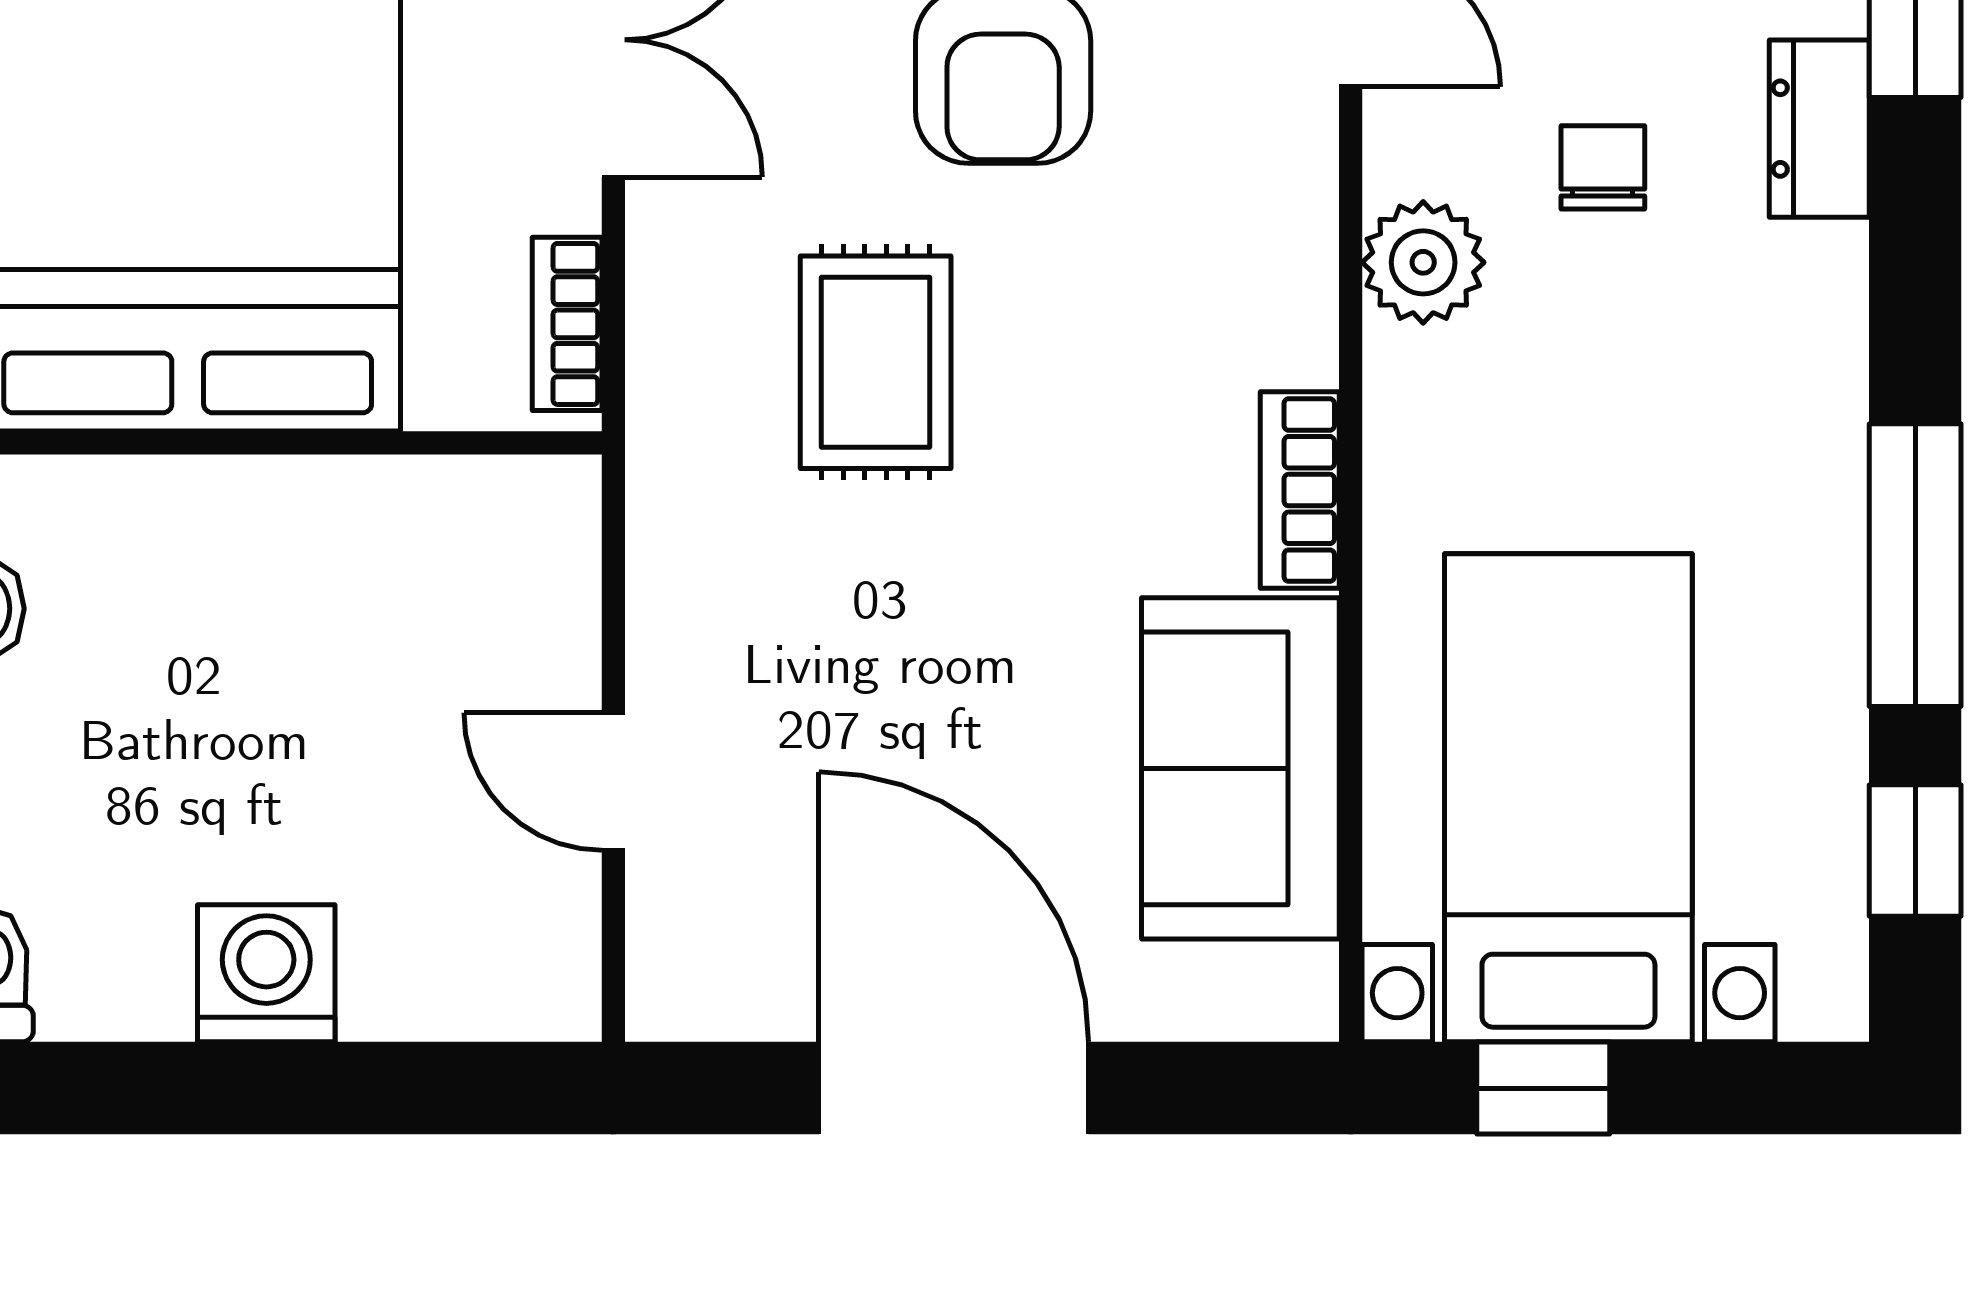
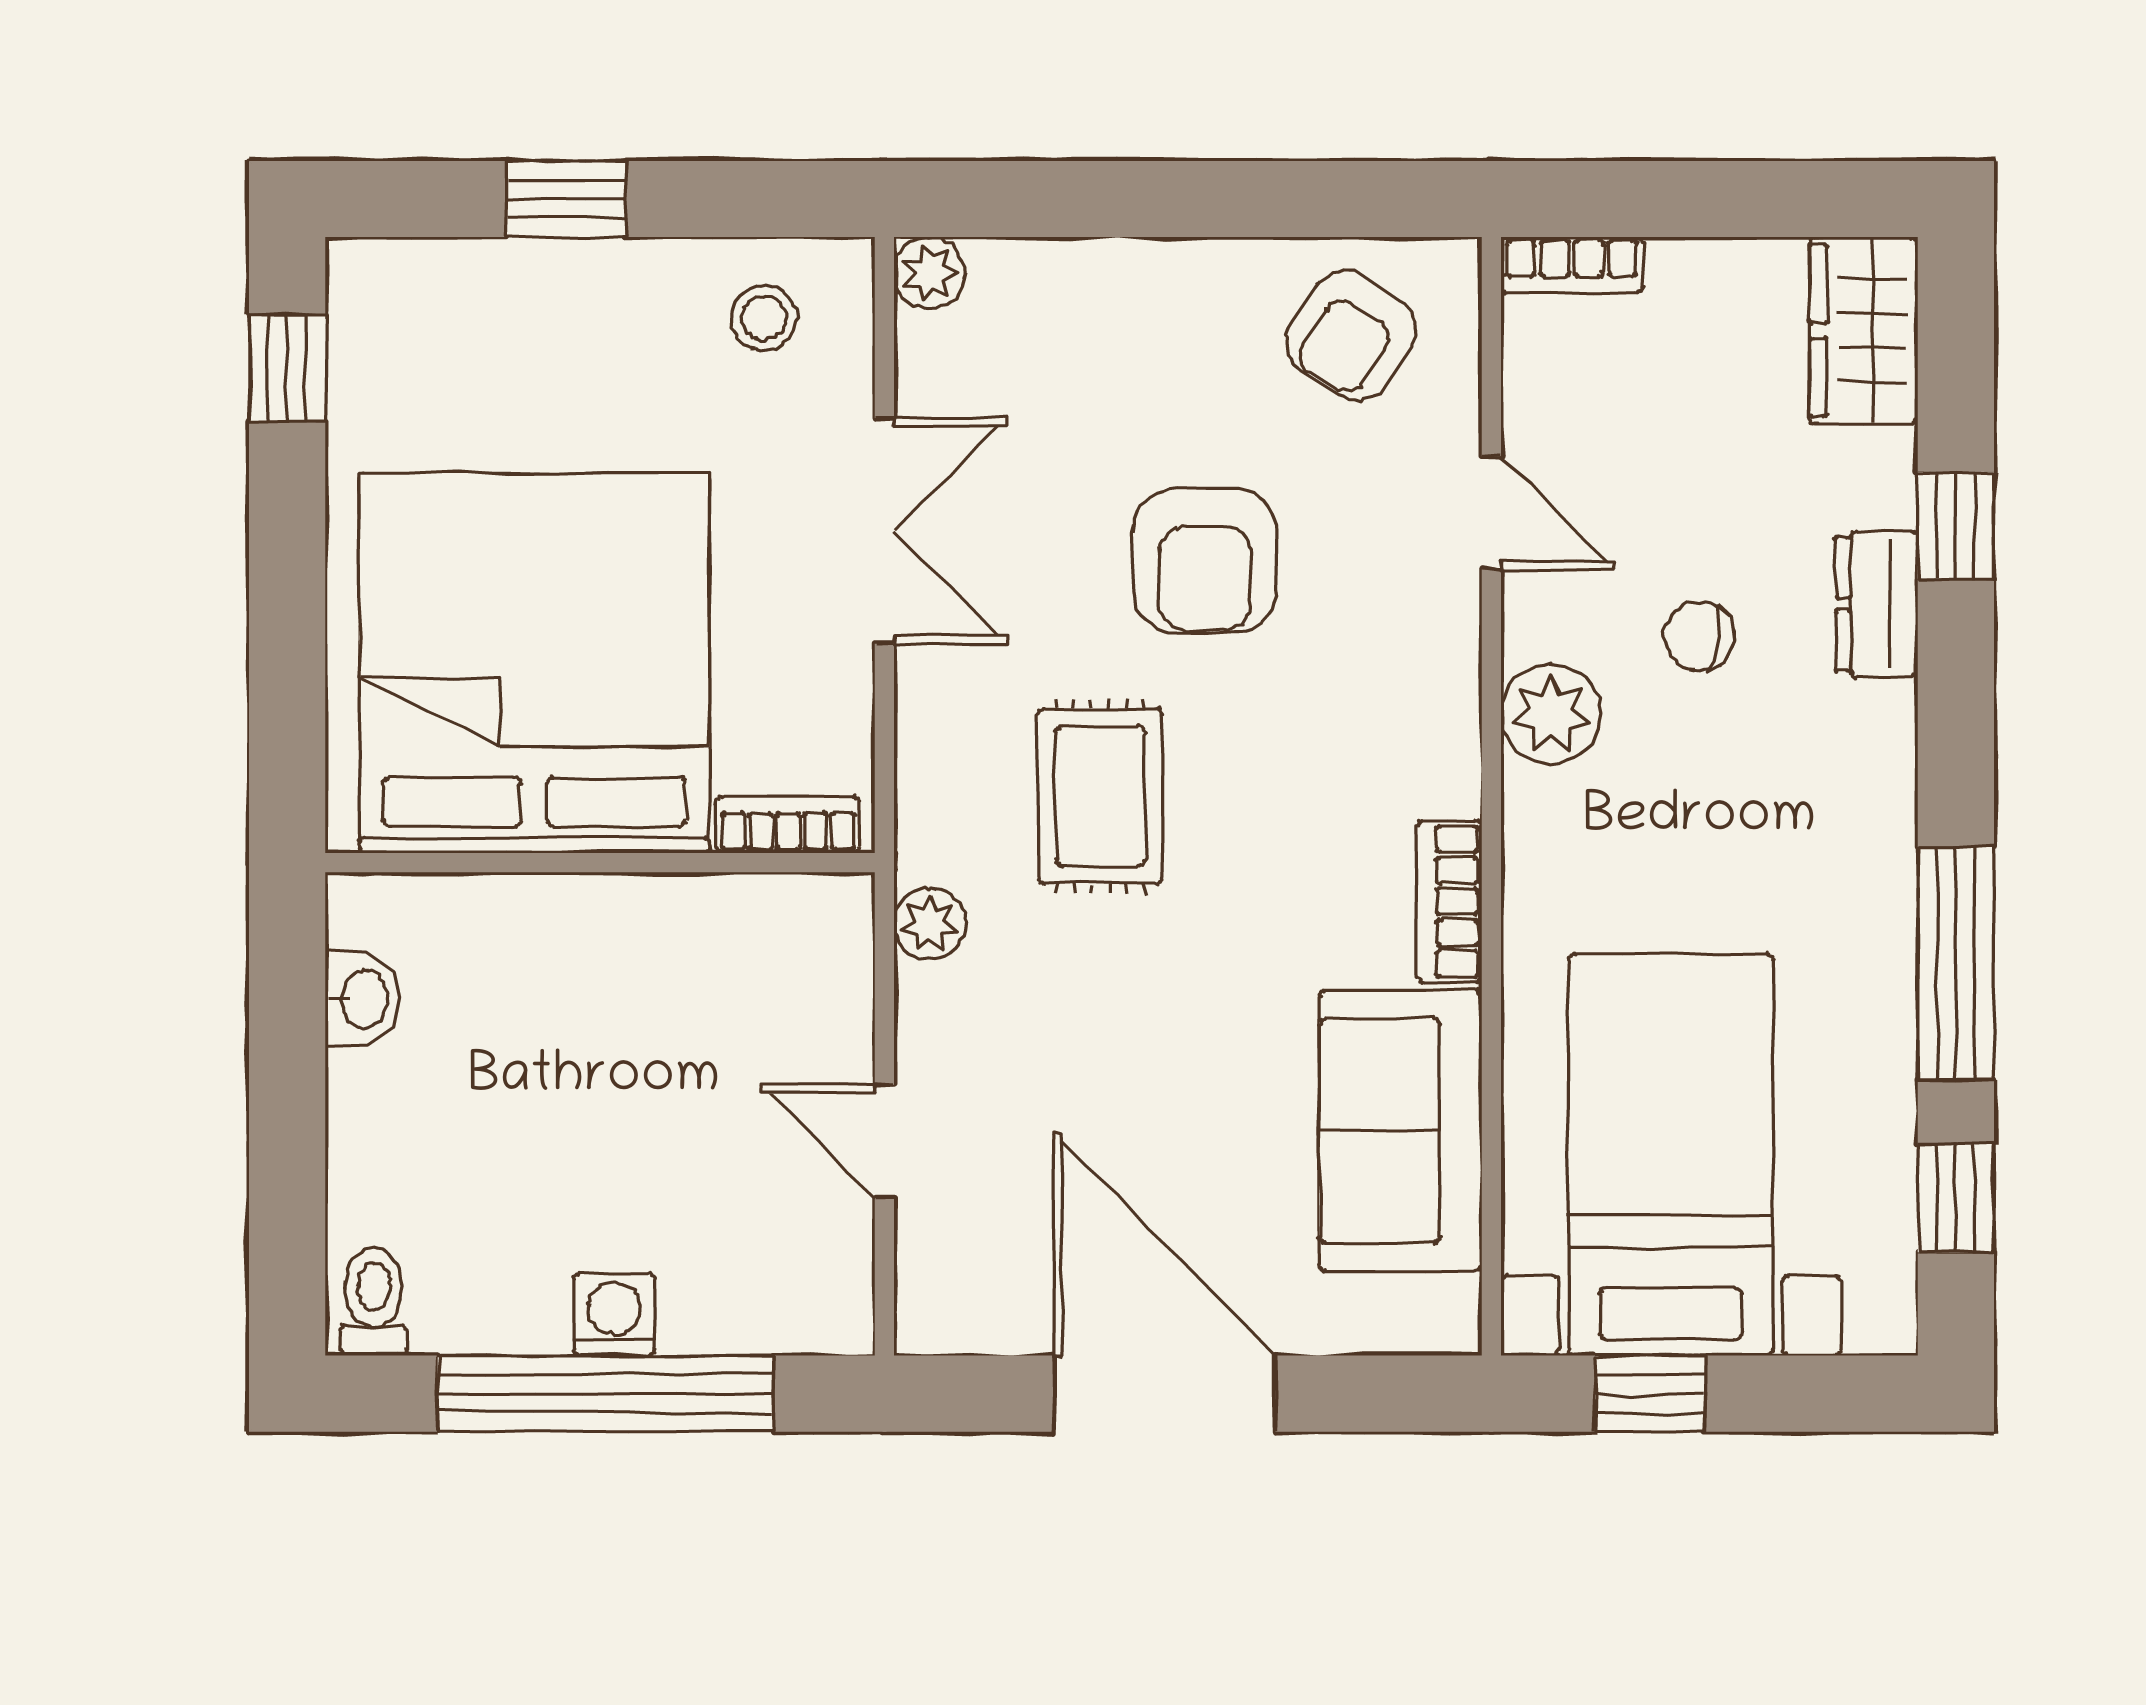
chair: (1603, 167) -> (1699, 636), turned -81
bookcase: (567, 324) -> (788, 825), moved, turned 90
plant: (668, 518) -> (930, 924), added
washing machine: (266, 973) -> (614, 1315), width x0.73, depth x0.73
window: (274, 1088) -> (606, 1394), added

